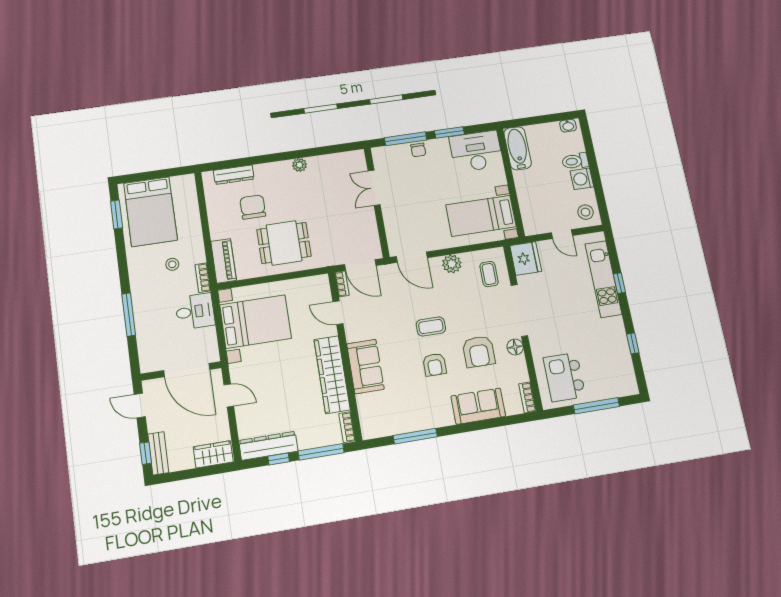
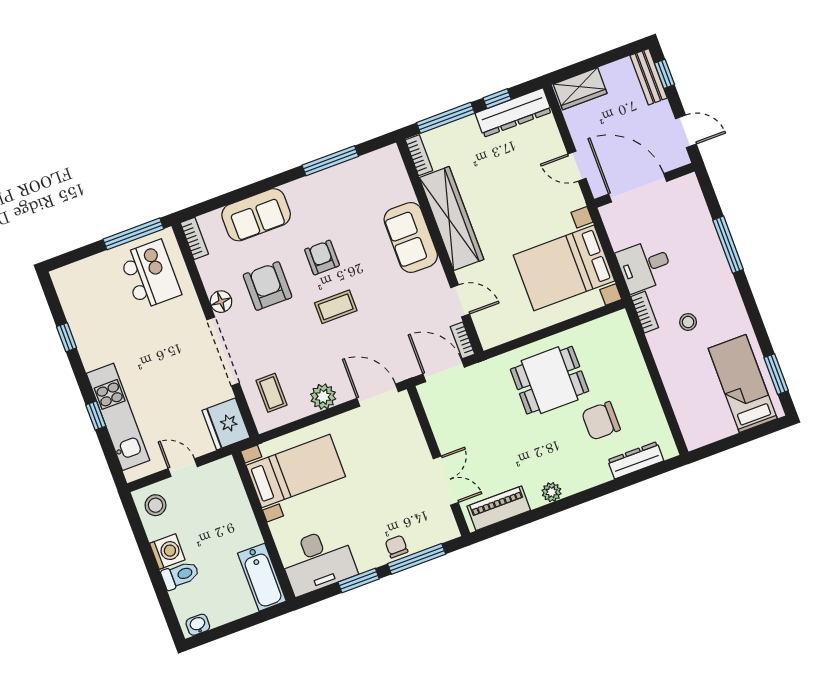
chair: (253, 207) -> (601, 421), turned 90
bed: (150, 212) -> (743, 384), width x0.67
piano: (224, 261) -> (499, 508), moved, turned 90
window: (596, 406) -> (133, 234), moved

